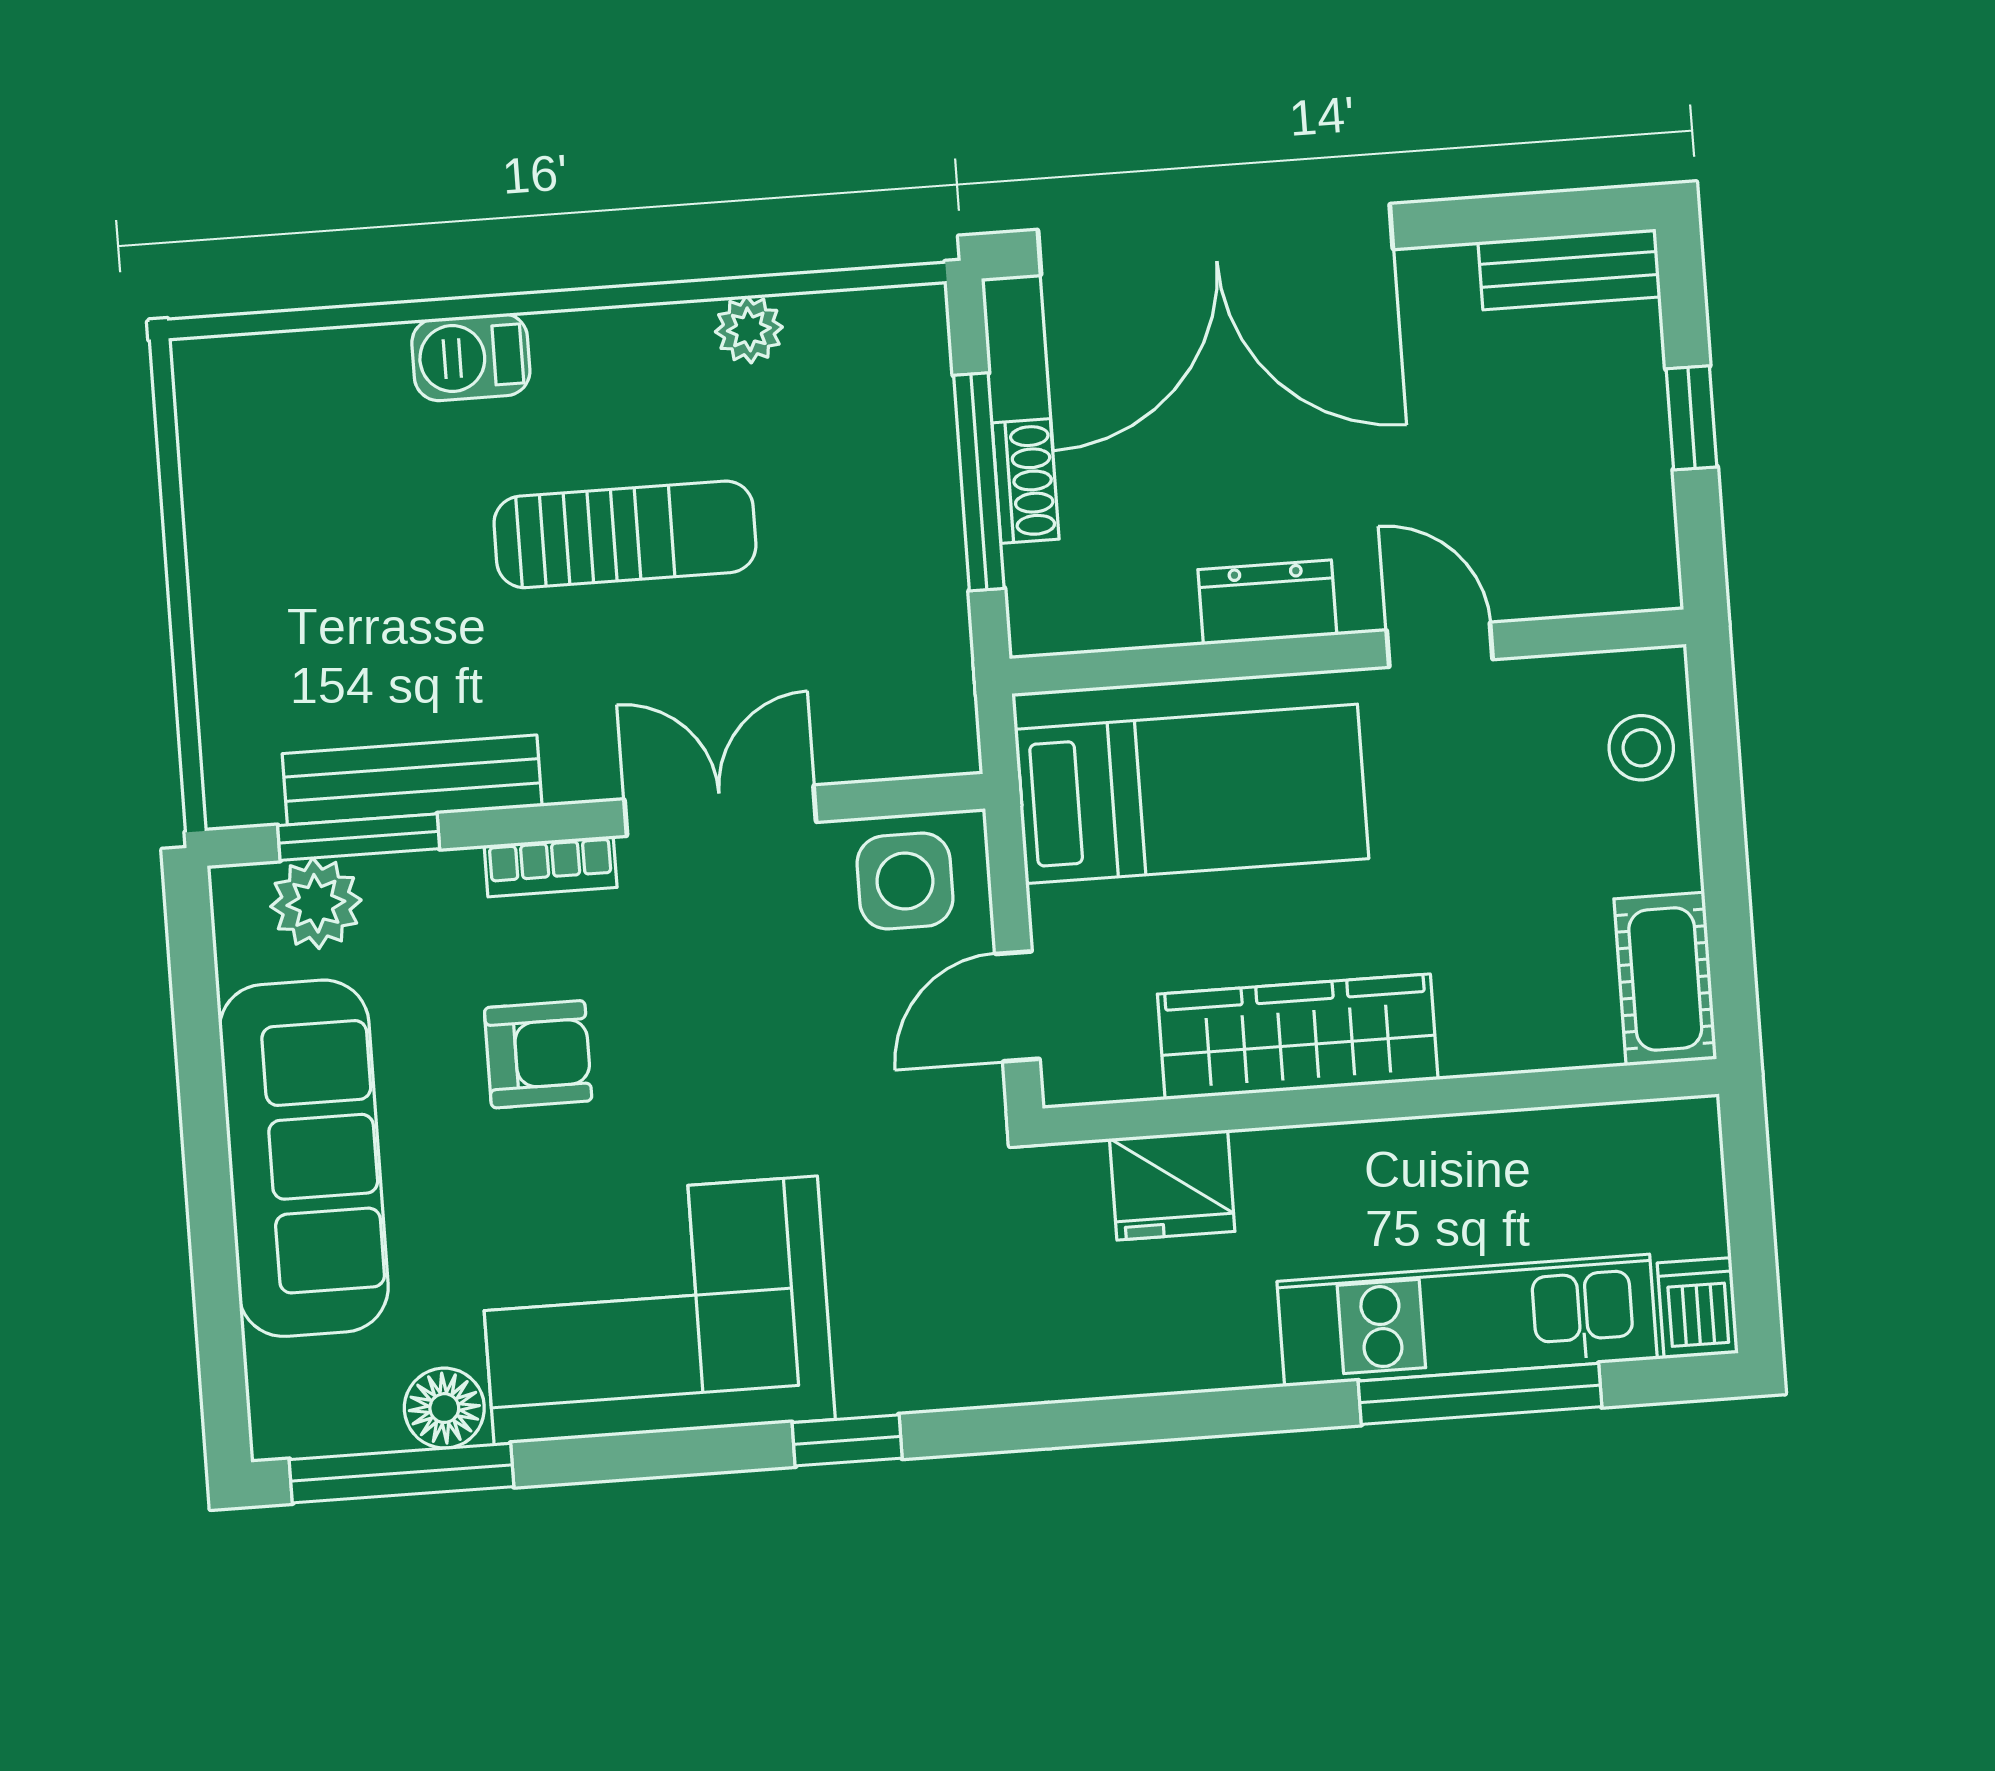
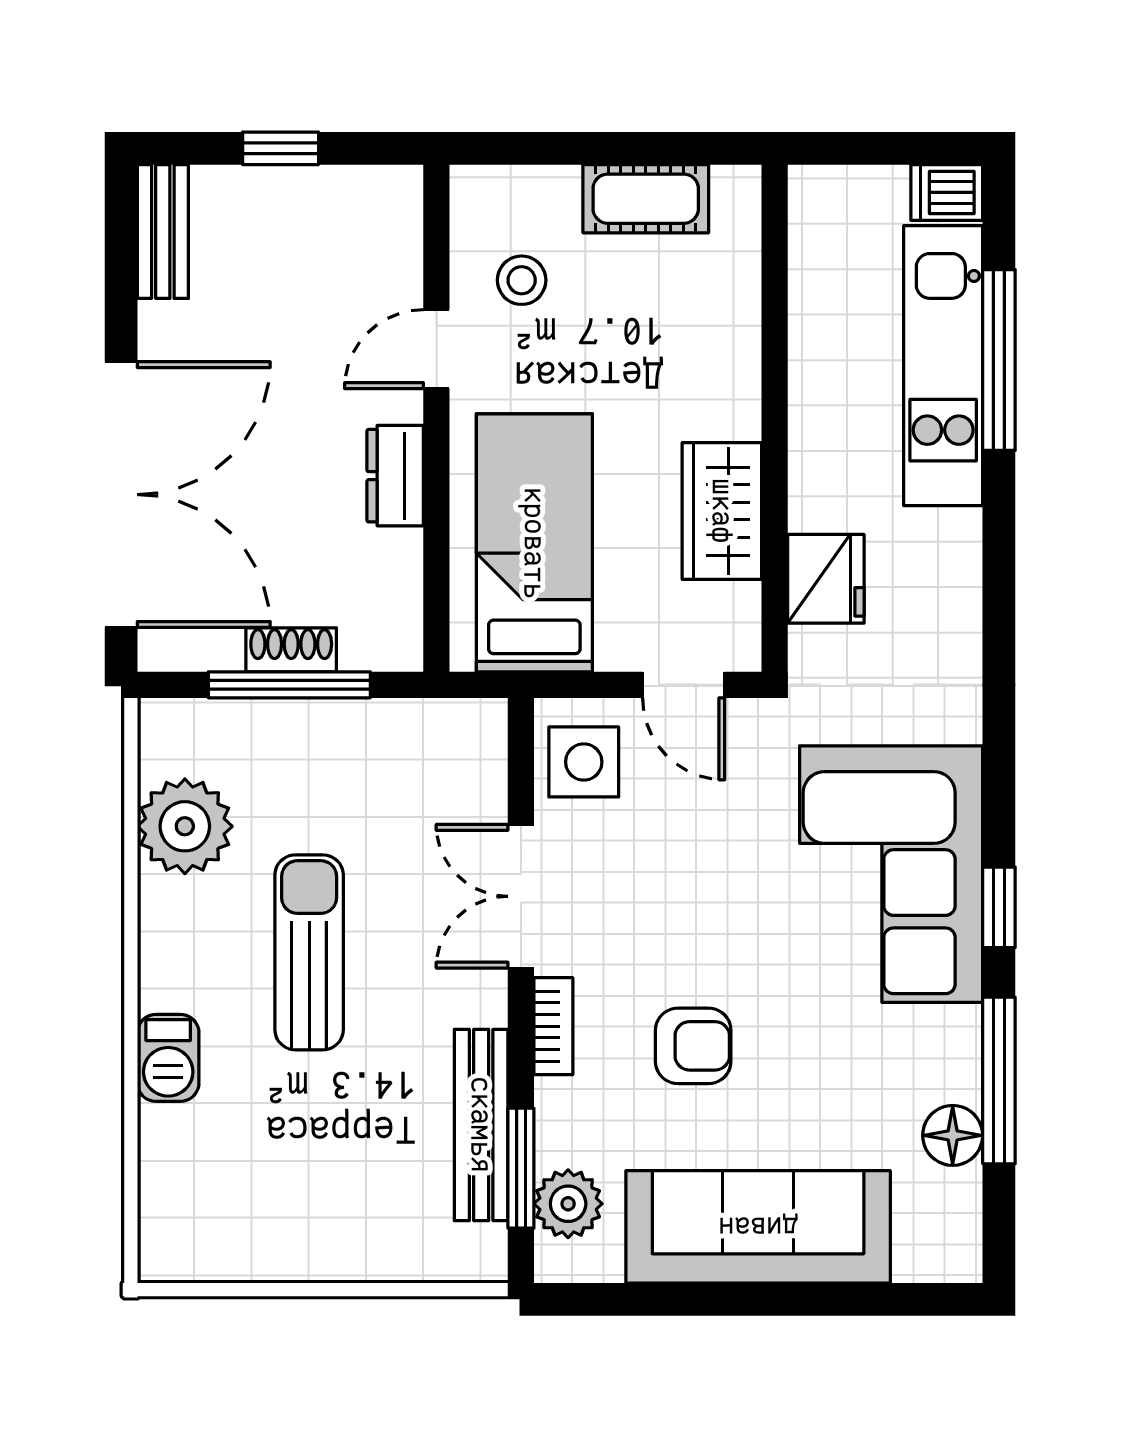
plant: (749, 329) -> (185, 826), width x1.87, depth x1.87
stool: (1641, 748) -> (522, 280), moved
cot: (1665, 979) -> (646, 199), moved
wardrobe: (1298, 1037) -> (722, 511), width x0.67
armchair: (538, 1054) -> (693, 1046), turned 90
corner sofa: (656, 1310) -> (891, 874), moved
window: (847, 1440) -> (999, 907), moved
window: (402, 1473) -> (999, 1080), moved

